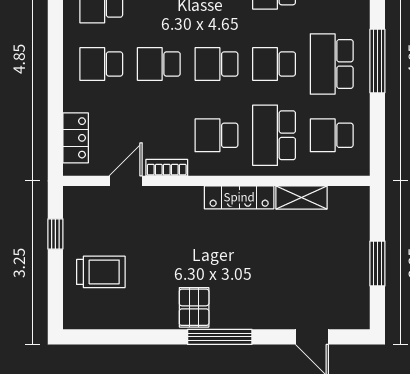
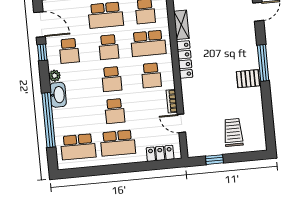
school desk: (101, 64) -> (118, 143), width x1.85

